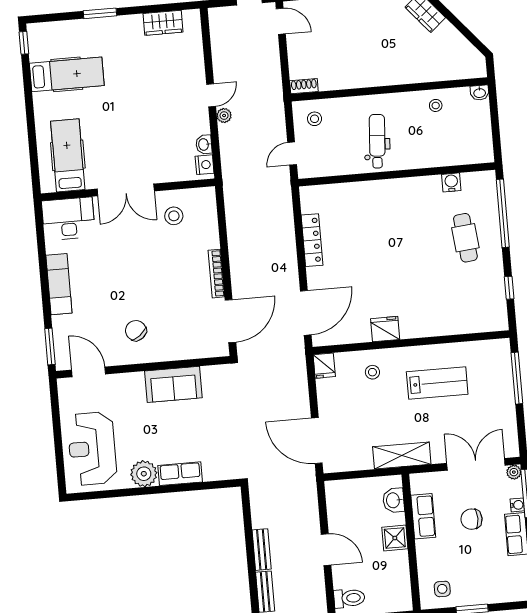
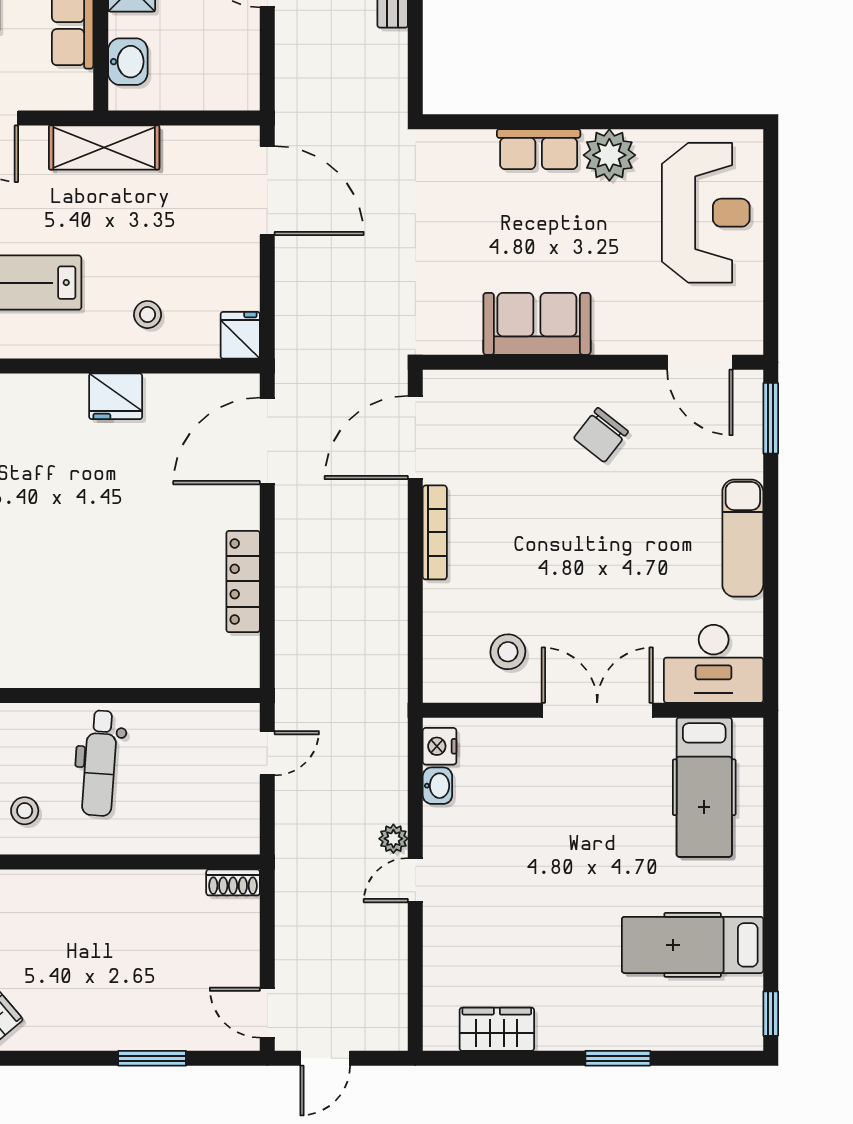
stool: (315, 119) -> (25, 811), moved
chair: (136, 331) -> (601, 435), turned 76

